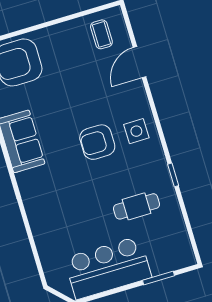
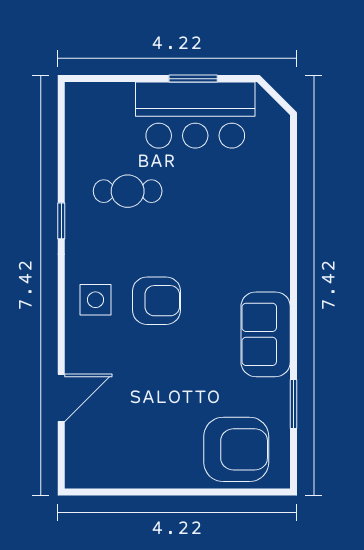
coffee table: (101, 34) -> (104, 454), removed
window: (159, 278) -> (193, 79), moved

